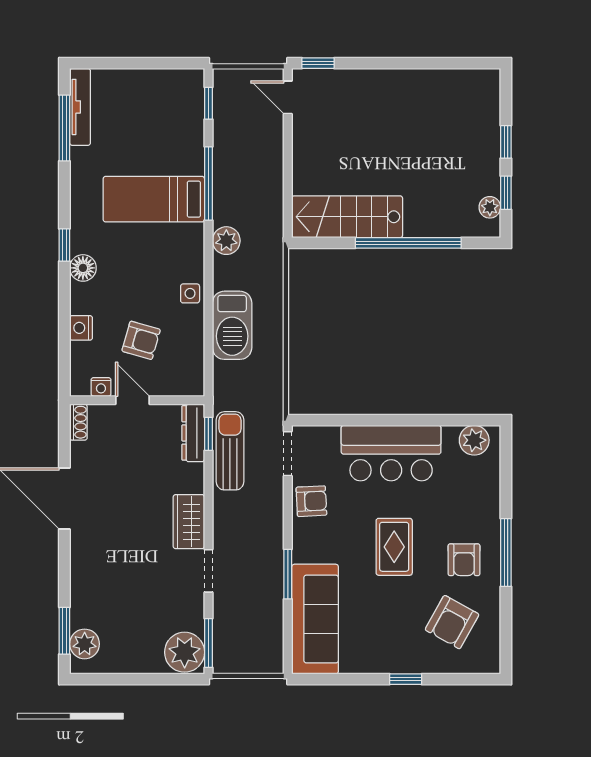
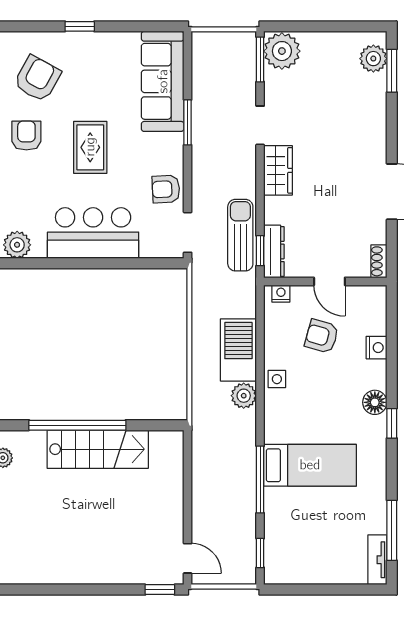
tv unit: (80, 107) -> (377, 560), width x0.71
stairs: (347, 217) -> (98, 449), moved
plant: (226, 241) -> (244, 396), moved
nightstand: (101, 387) -> (281, 294), moved
sun lounger: (230, 451) -> (240, 235), turned 180

